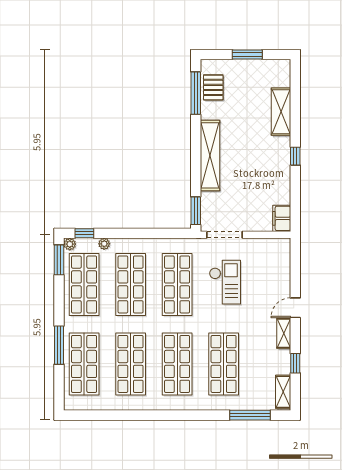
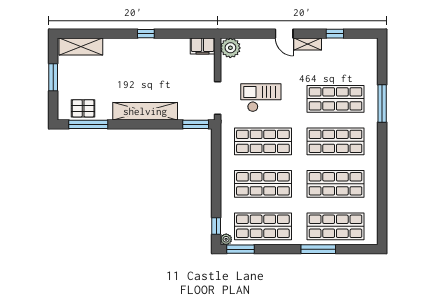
shelving: (281, 112) -> (81, 46), moved
plant: (104, 244) -> (230, 48), moved, width x1.88, depth x1.88
shelving: (283, 392) -> (361, 45), removed
window: (250, 415) -> (382, 104), moved

